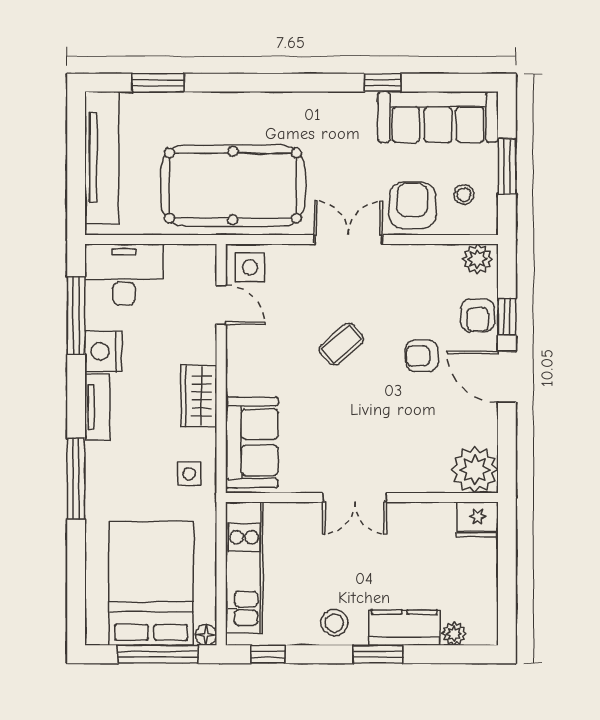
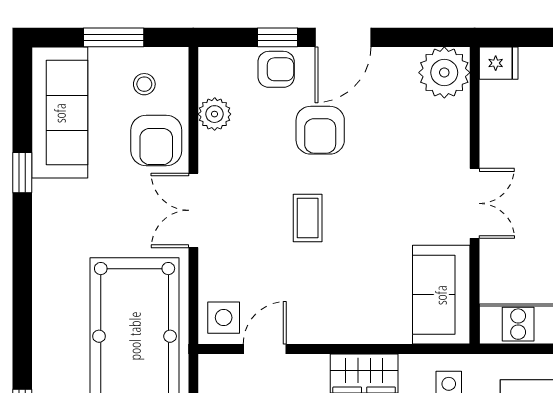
armchair: (412, 205) -> (156, 140), turned -90
plant: (477, 259) -> (215, 114), moved
coffee table: (341, 344) -> (308, 218), turned 41
armchair: (422, 356) -> (320, 130), width x1.38, depth x1.38
sofa: (252, 442) -> (441, 295), moved, turned -90
fridge: (478, 520) -> (499, 63), width x0.72

